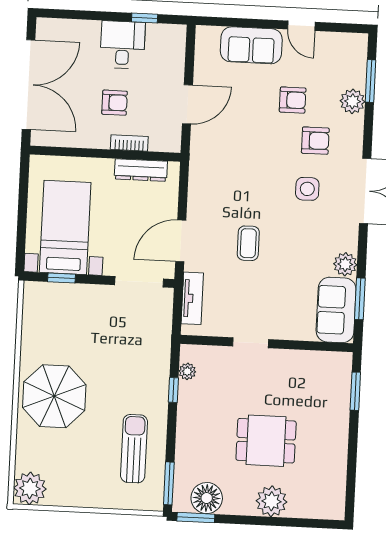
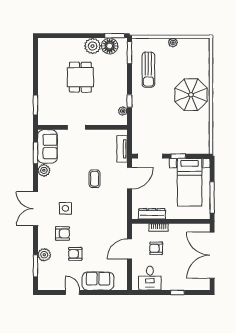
window: (145, 18) -> (177, 293), moved
desk: (123, 45) -> (150, 278), moved
armchair: (115, 103) -> (156, 248), moved
armchair: (315, 141) -> (62, 233), turned 180
window: (23, 196) -> (212, 197), added
window: (62, 278) -> (178, 156), moved
doorway: (251, 343) -> (77, 127), moved
dining table: (266, 441) -> (80, 77), turned 90
plant: (30, 488) -> (173, 43), moved, width x0.53, depth x0.53
plant: (272, 501) -> (93, 46), moved

